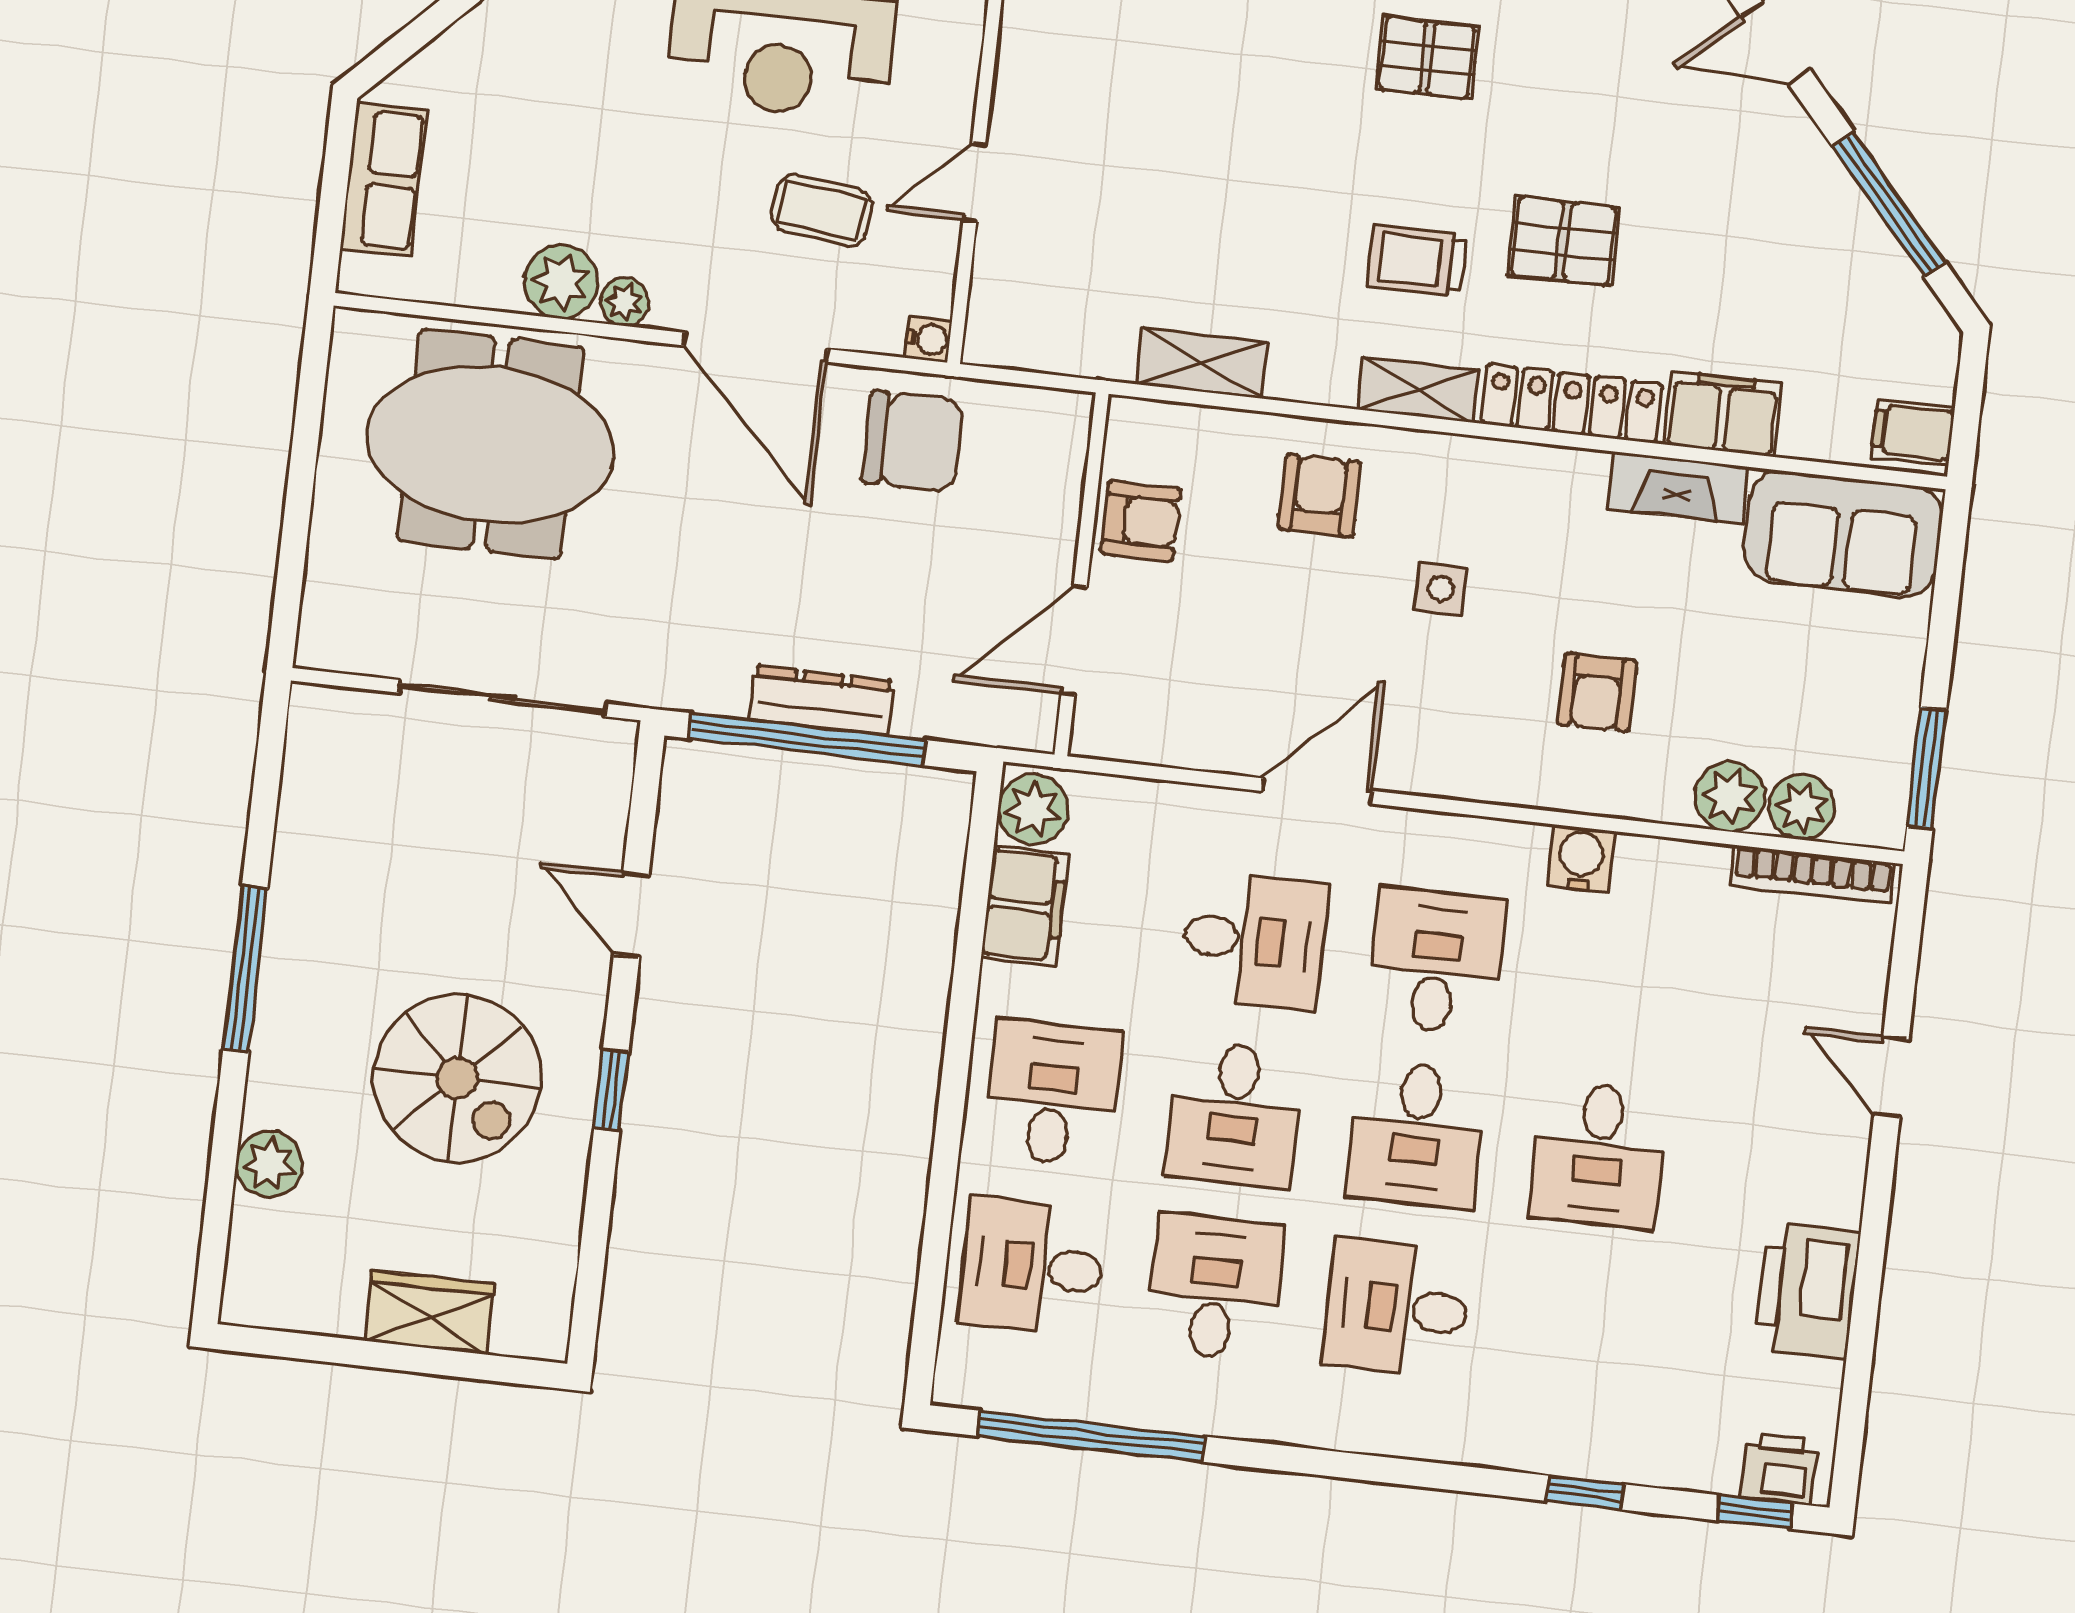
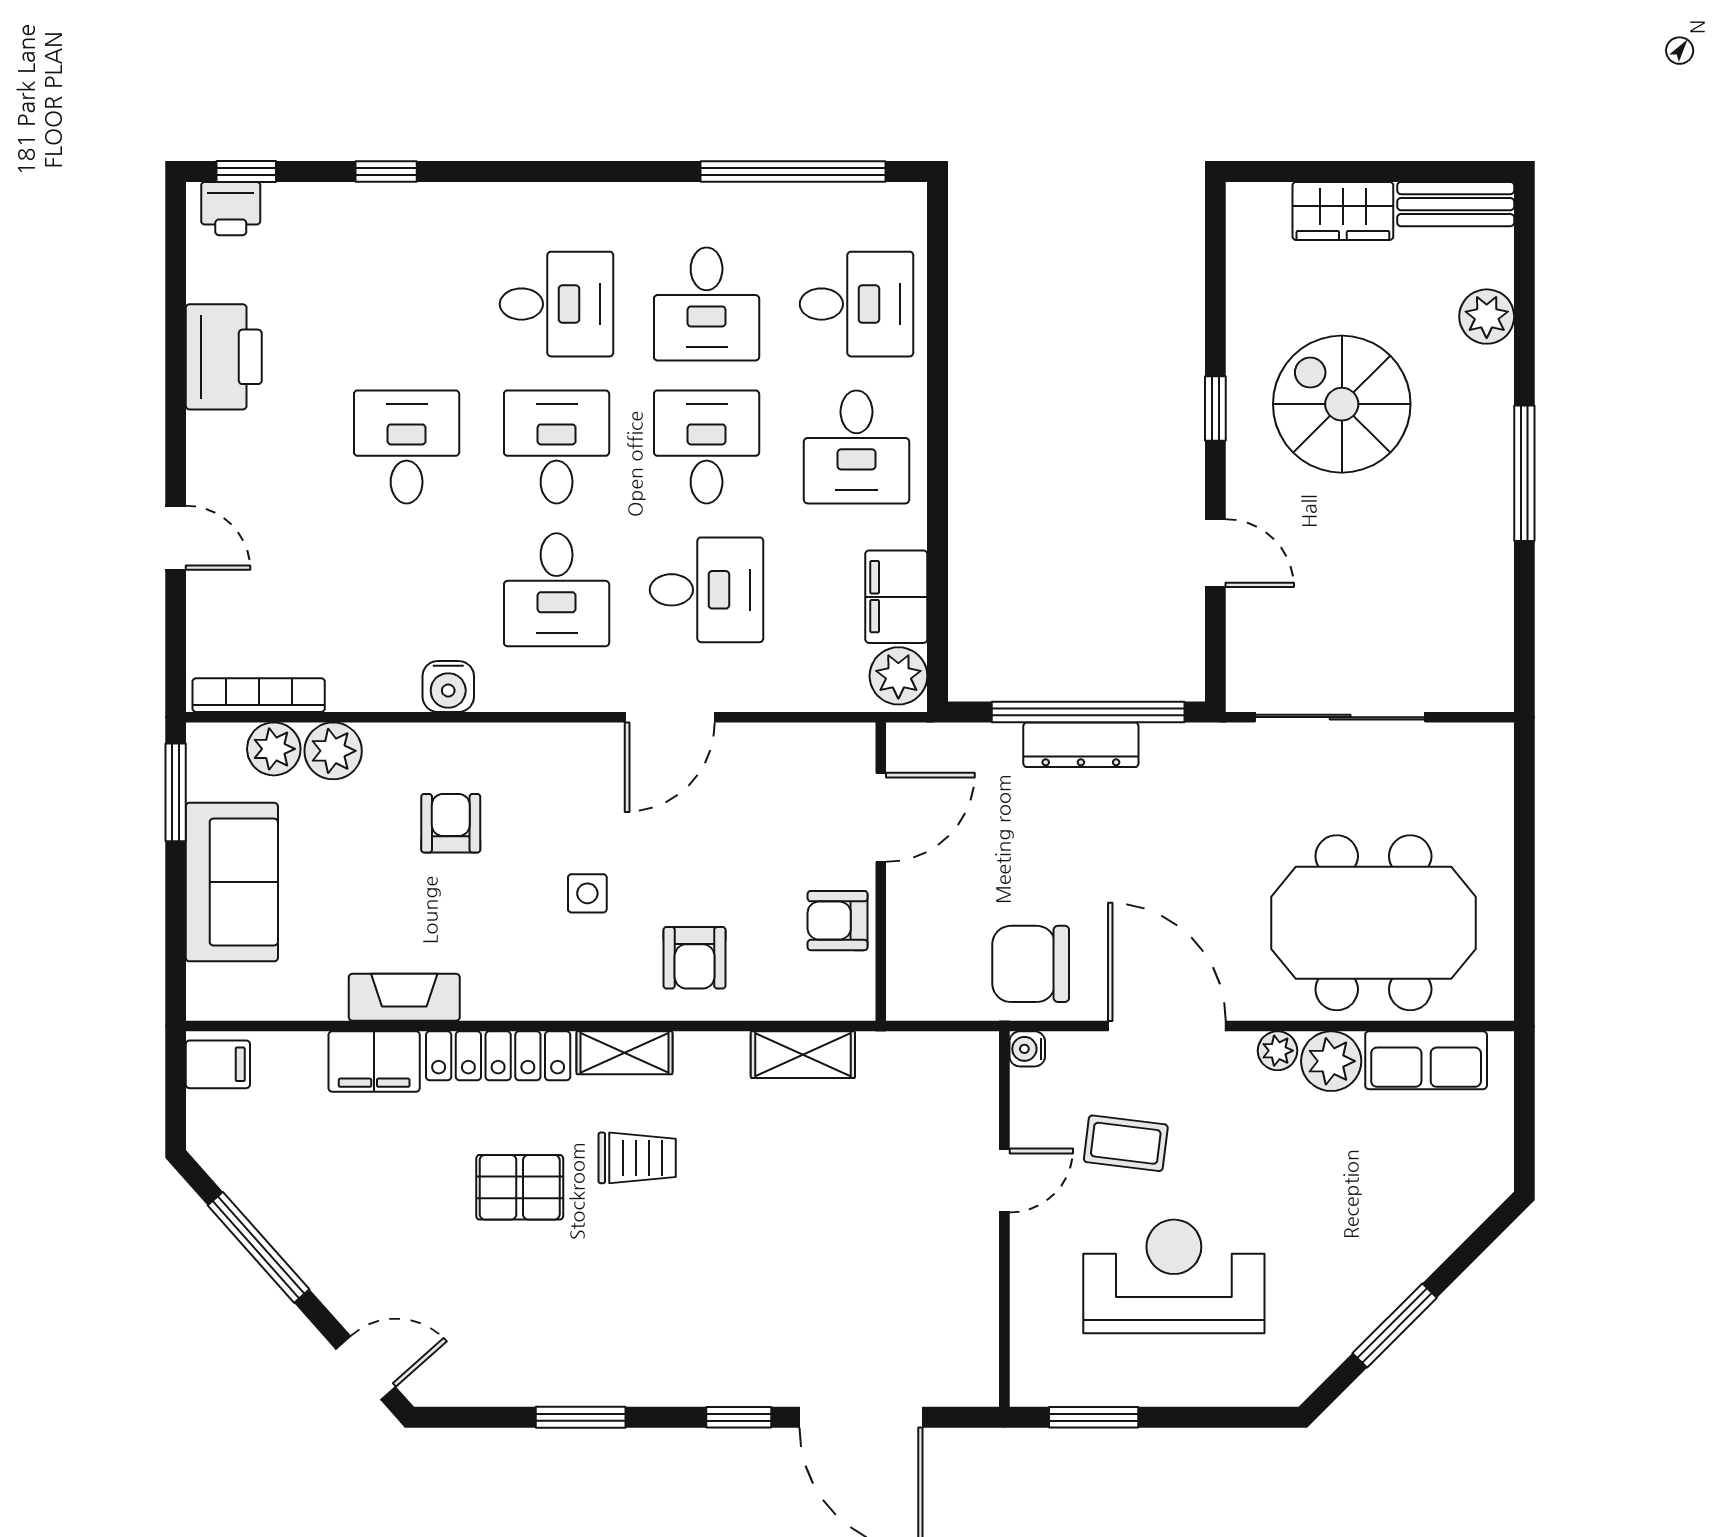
pallet: (1427, 58) -> (648, 1324), removed
row of seats: (384, 180) -> (1426, 1060), moved, turned -90
sofa: (1843, 534) -> (232, 882), moved, turned 90
desk: (1254, 940) -> (707, 590), turned 180
bench: (291, 1305) -> (1456, 204), added

